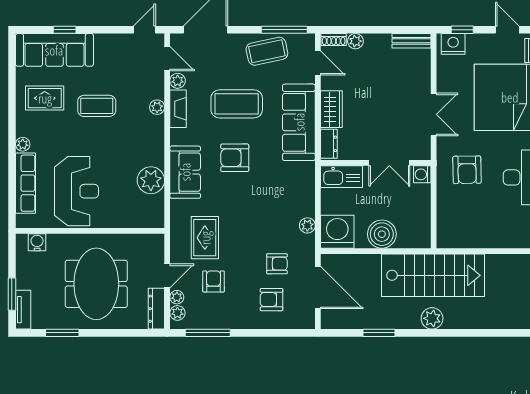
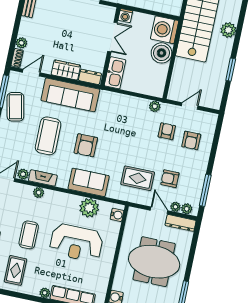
reception desk: (77, 191) -> (76, 243), moved, turned 180
water cooler: (149, 220) -> (117, 215), added
plant: (307, 225) -> (155, 106), moved
washing machine: (337, 232) -> (165, 30), moved
door: (318, 288) -> (190, 106), width x0.53

